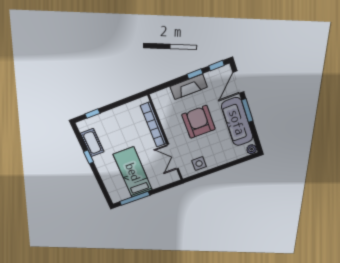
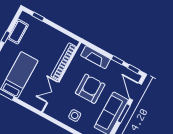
door: (238, 82) -> (136, 92), hinge flipped
fireplace: (189, 87) -> (96, 57), moved
side table: (199, 164) -> (75, 116), moved

